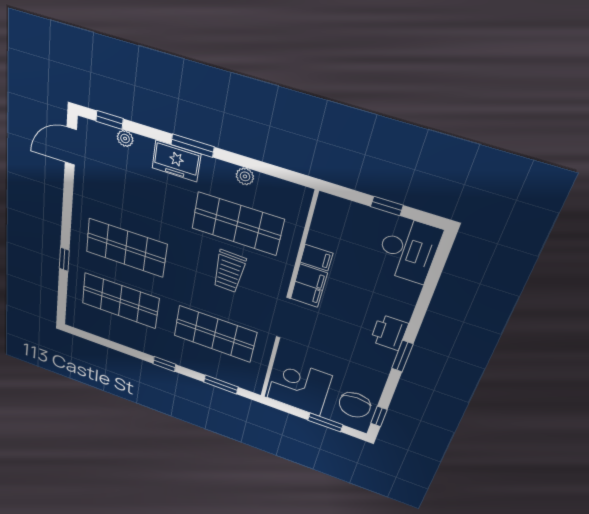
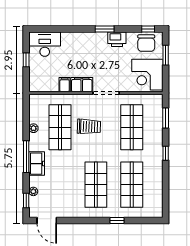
window: (192, 146) -> (26, 157), width x1.44
printer: (389, 333) -> (117, 39), moved
chair: (355, 405) -> (146, 43), turned 90

